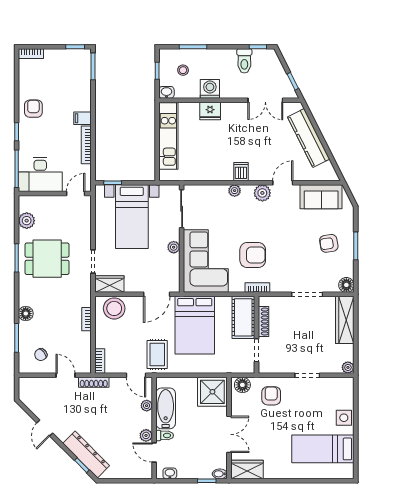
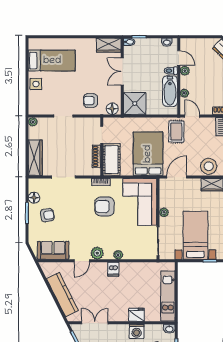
floor lamp: (346, 285) -> (34, 198), moved
armchair: (271, 396) -> (91, 101), turned 90

